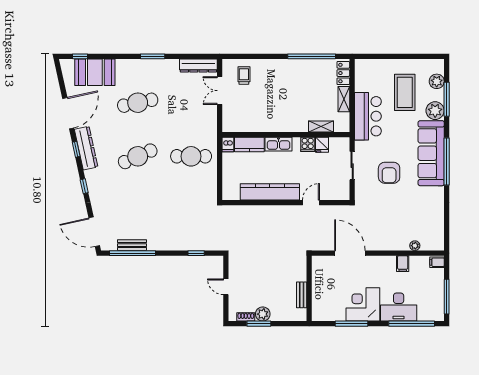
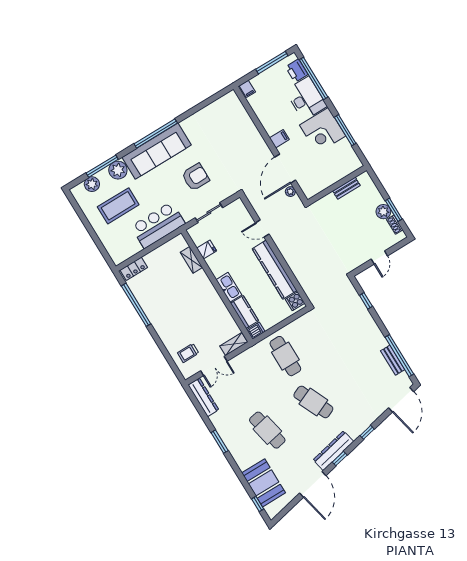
shelving: (344, 99) -> (234, 344), moved
door: (68, 113) -> (313, 484), swing flipped
cooker: (308, 144) -> (295, 301), moved, turned 180
plant: (415, 246) -> (290, 192), moved
filing cabinet: (403, 264) -> (279, 139), moved
printer: (427, 313) -> (297, 71), added

